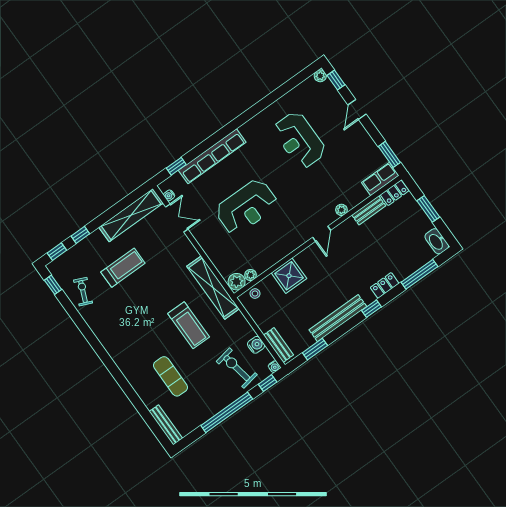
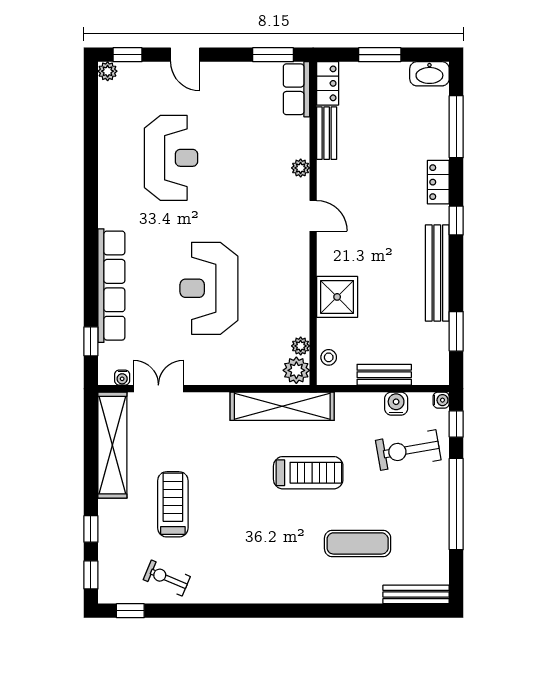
reception desk: (299, 140) -> (171, 158), turned -90
reception desk: (246, 207) -> (209, 288), turned 180
bench: (278, 345) -> (384, 375), moved

